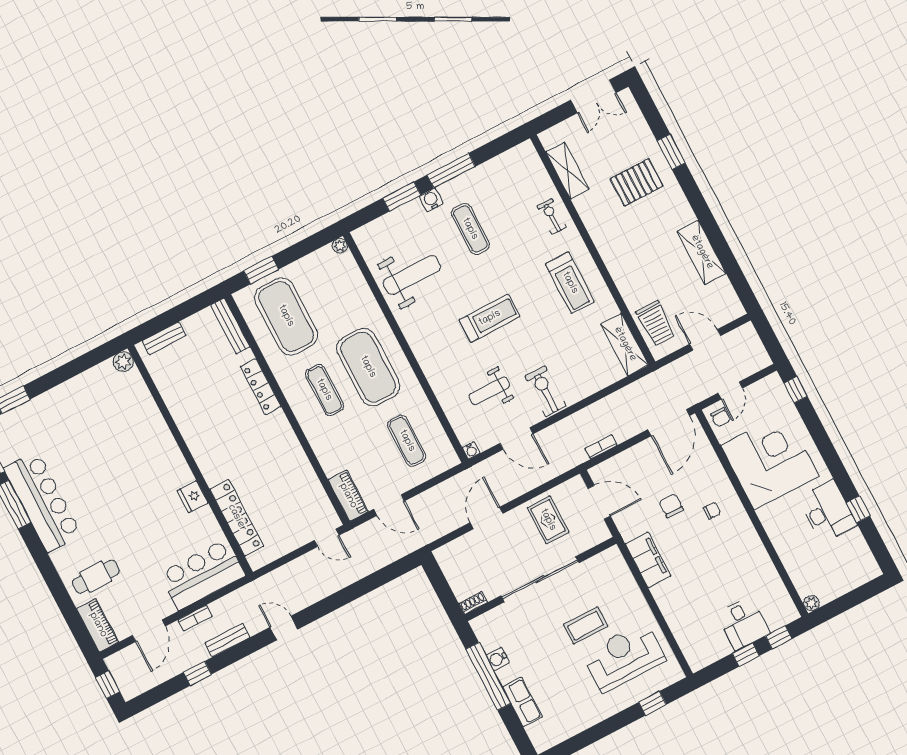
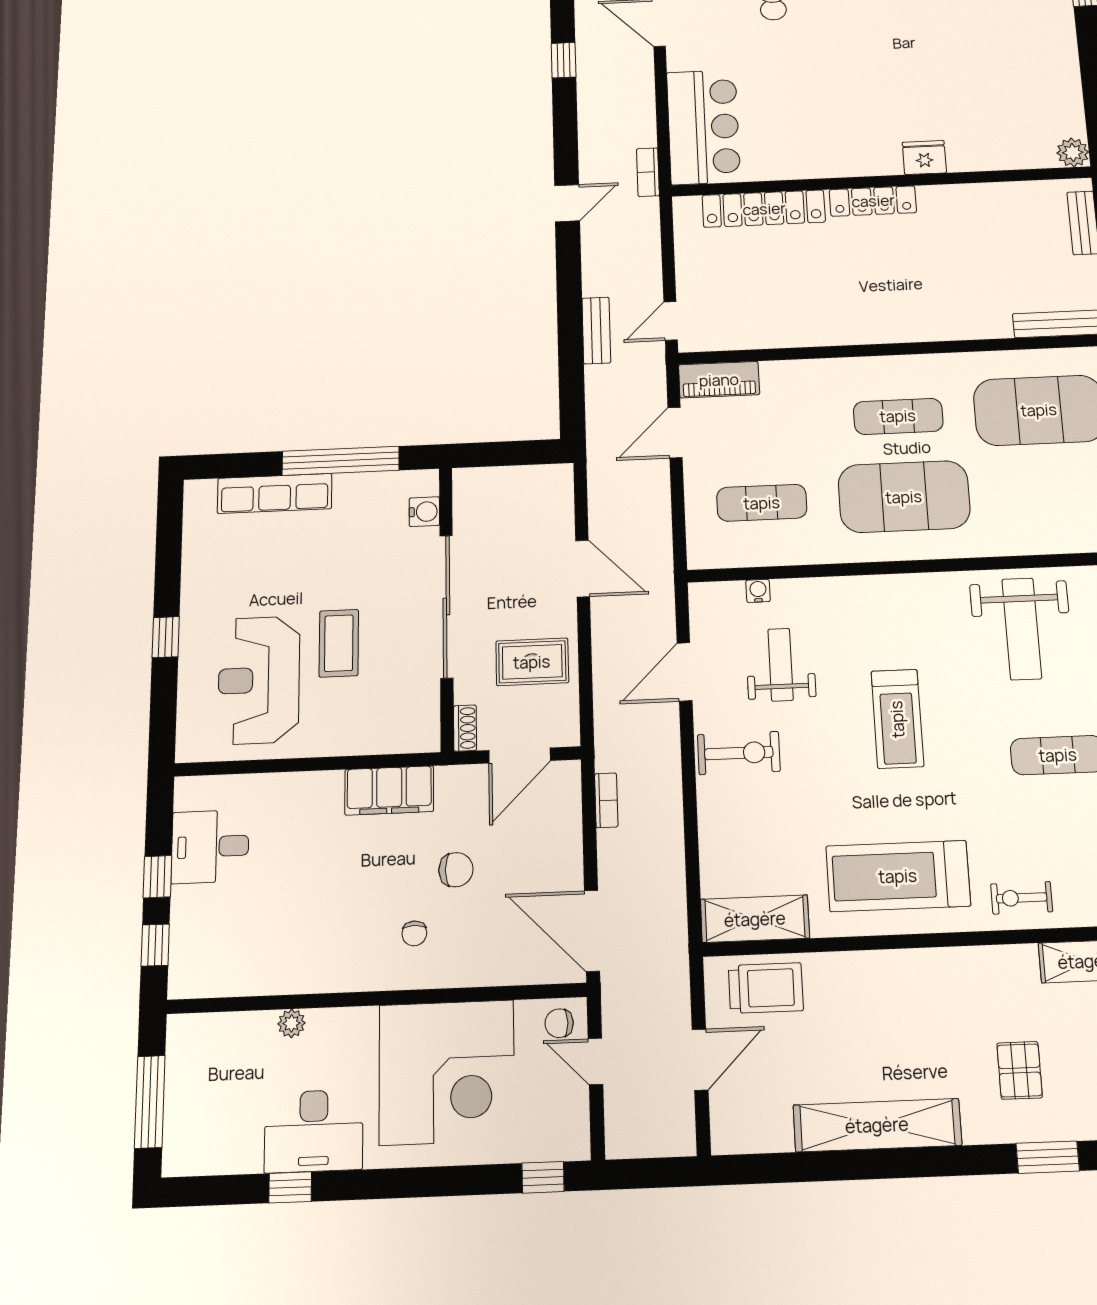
pallet: (637, 182) -> (1020, 1070), width x0.67, depth x0.71
exercise bike: (552, 217) -> (1022, 898), turned 180
shelving: (702, 252) -> (877, 1125), width x1.47
treadmill: (570, 283) -> (898, 876), width x1.37, depth x1.38
trolley: (656, 324) -> (766, 988), turned 180
locker: (261, 387) -> (873, 201), moved, turned 180
water cooler: (471, 450) -> (758, 591), moved, turned 90
fridge: (193, 497) -> (924, 158), moved
window: (852, 599) -> (150, 1102), added
shoe rack: (473, 603) -> (465, 728), moved
plant: (811, 603) -> (291, 1023), moved
bookcase: (195, 618) -> (648, 172), moved
desk: (743, 623) -> (210, 847), moved
bench: (228, 640) -> (596, 330), moved
reception desk: (624, 657) -> (259, 680), turned 180
water cooler: (498, 659) -> (424, 512), moved, turned 90
row of seats: (522, 702) -> (275, 493), width x1.48
window: (653, 703) -> (166, 637), moved

